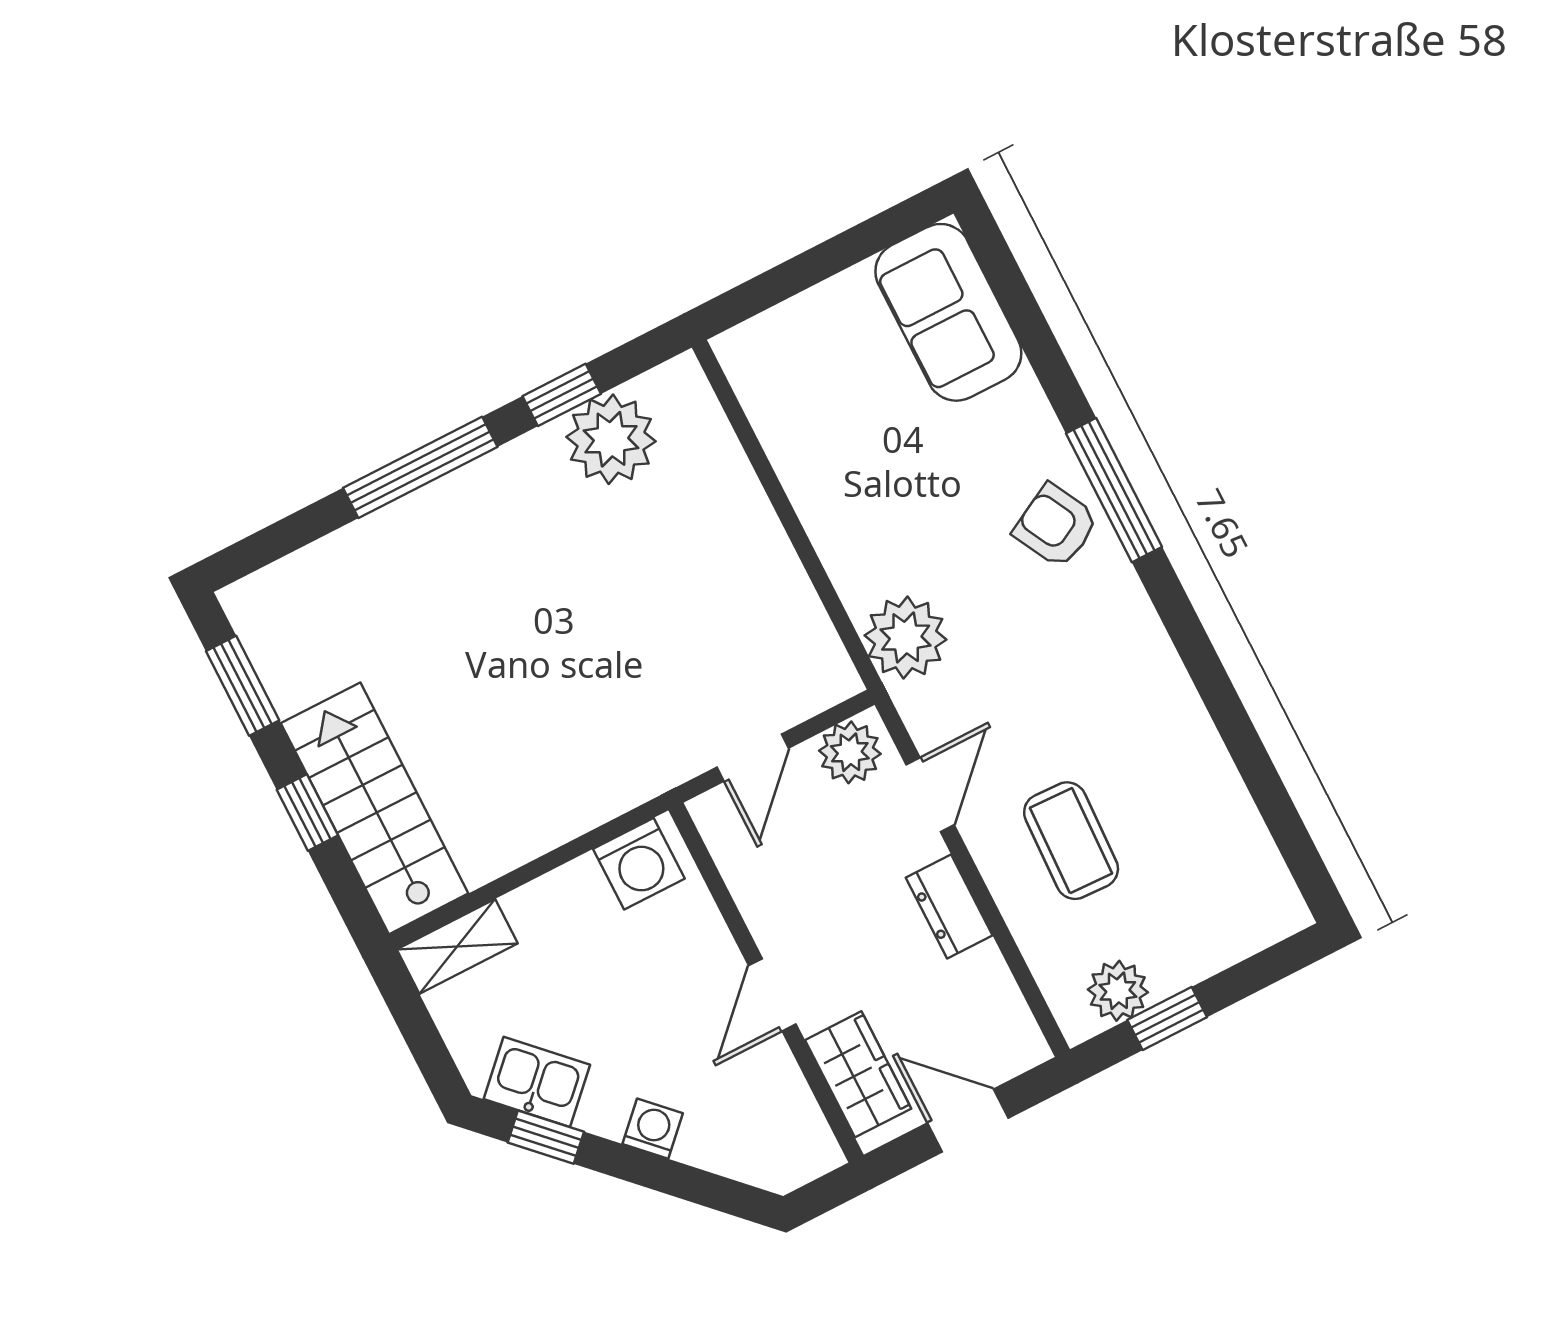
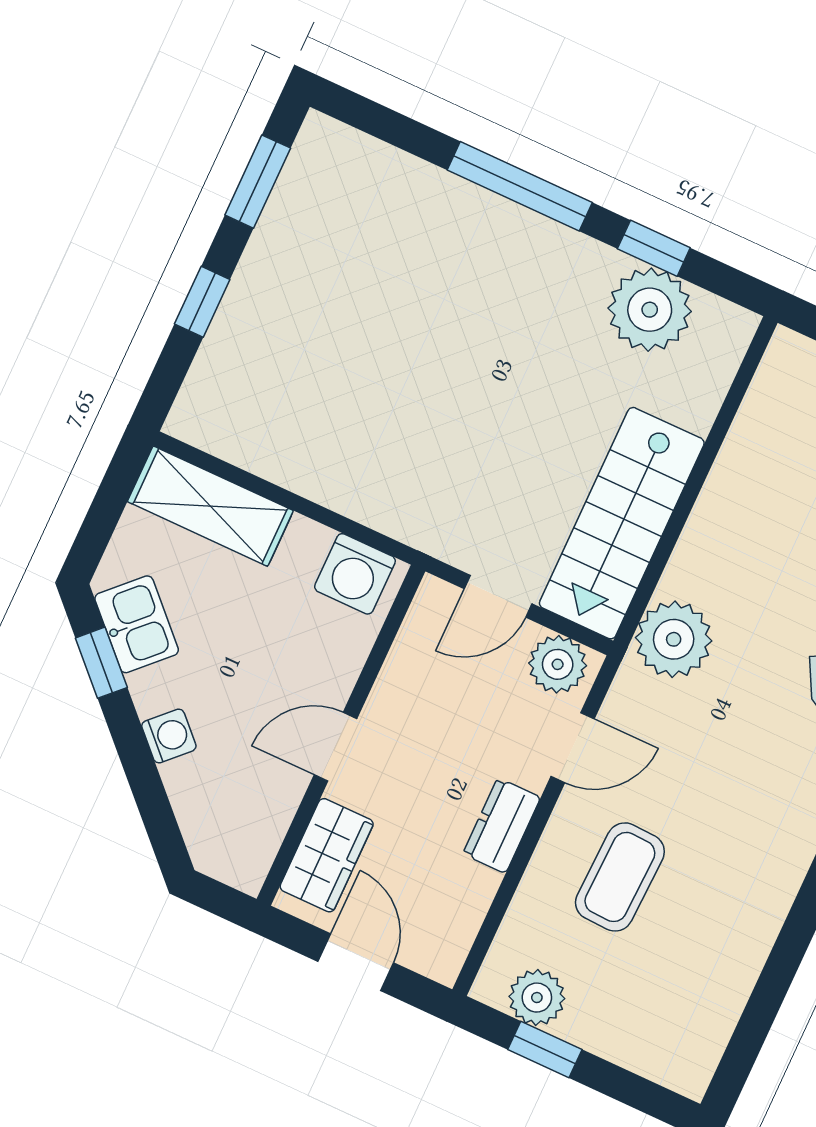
stairs: (375, 808) -> (622, 523), moved, turned 180
shelving: (457, 946) -> (210, 506), width x1.50, depth x1.33

